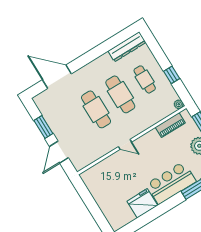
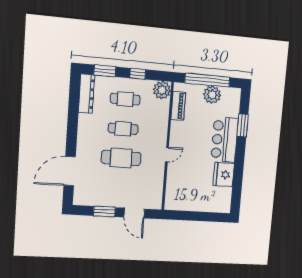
window: (155, 48) -> (105, 71), added
cafe table: (120, 94) -> (123, 129), width x0.73, depth x0.74
plant: (179, 104) -> (162, 90), width x1.88, depth x1.88

